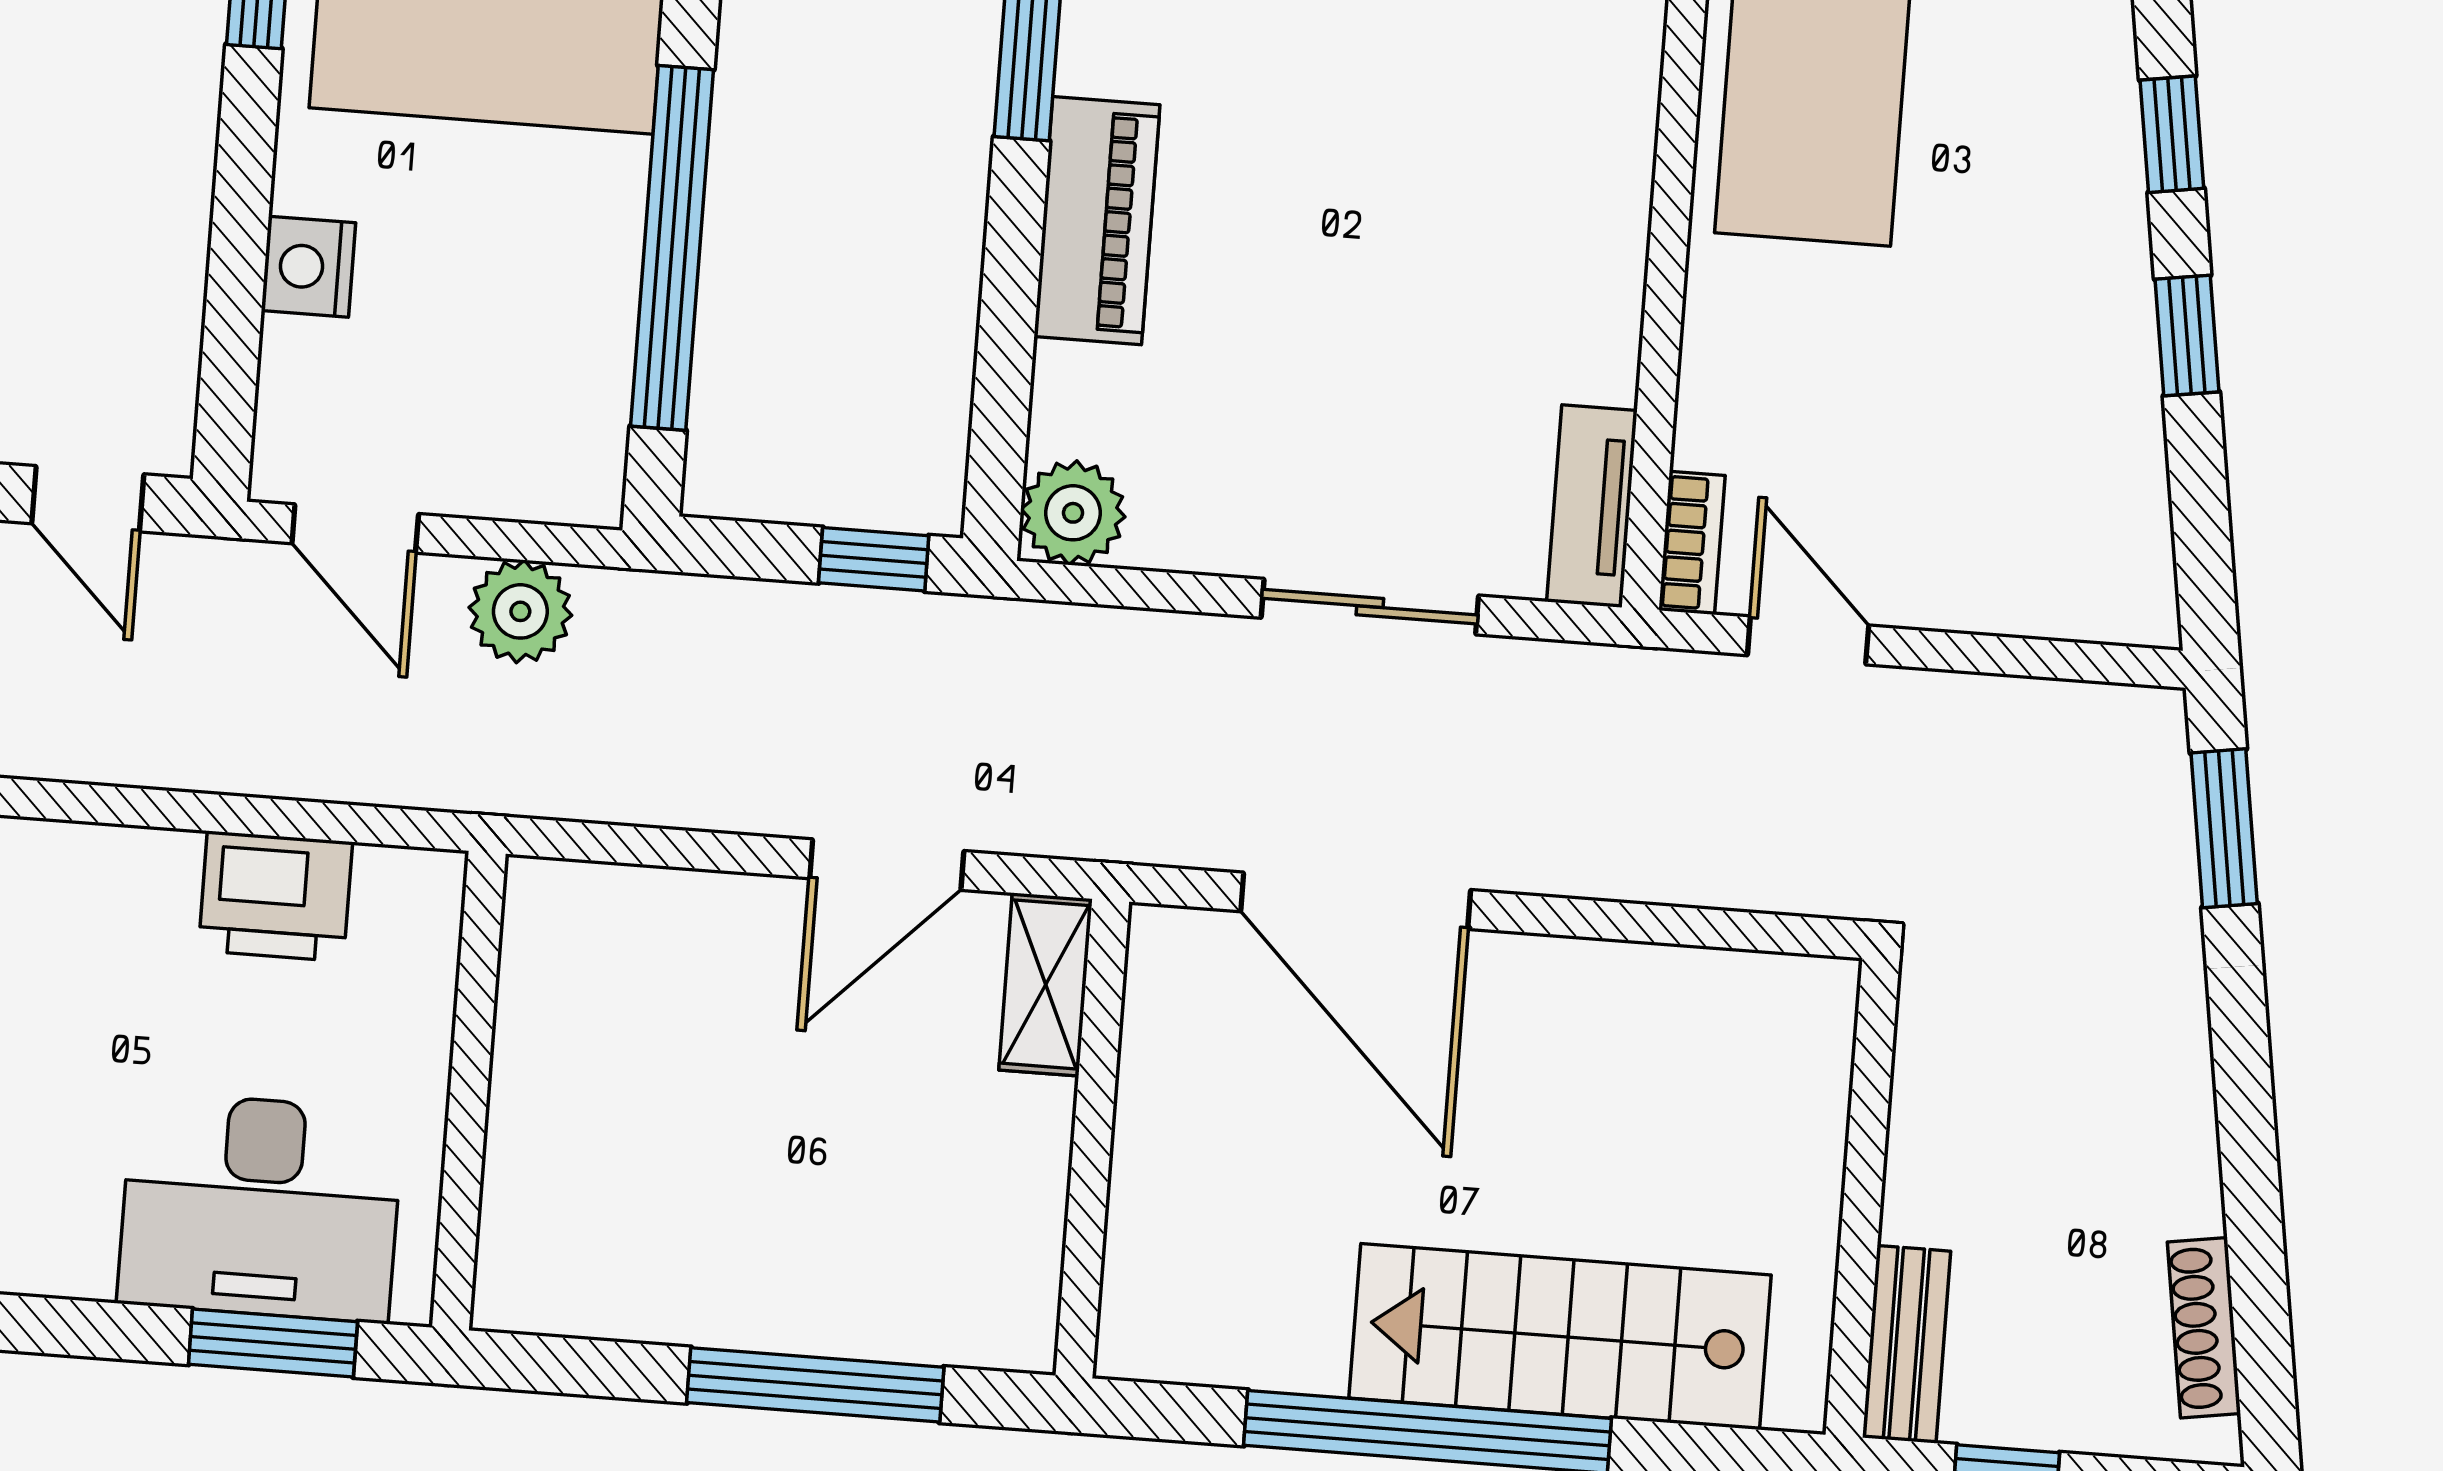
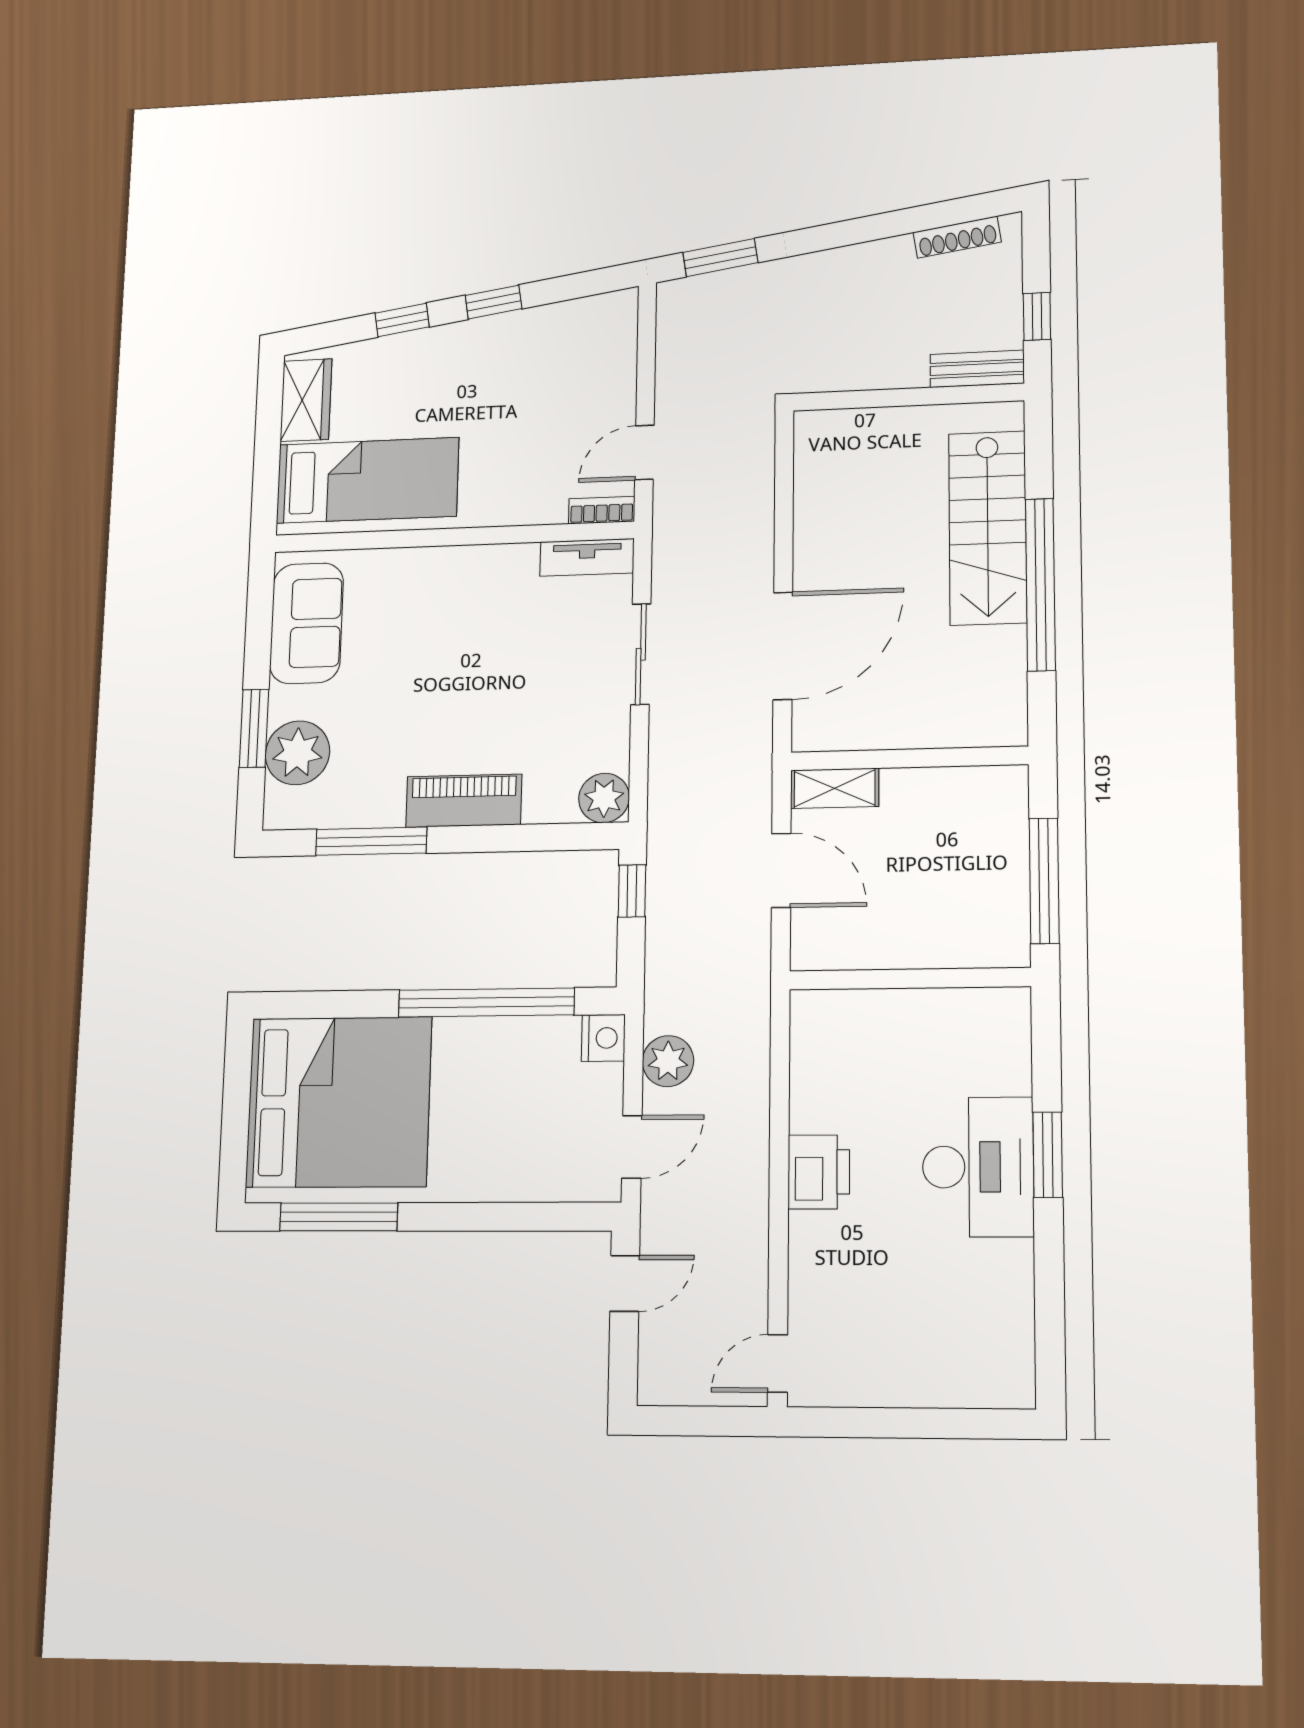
nightstand: (309, 267) -> (603, 1038), moved, turned -90
wall: (469, 1091) -> (910, 979), moved

